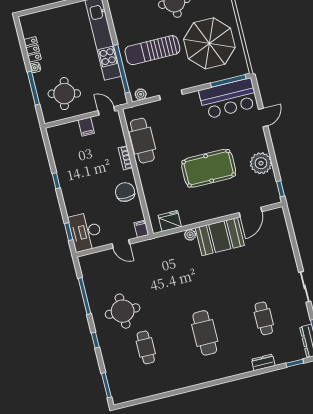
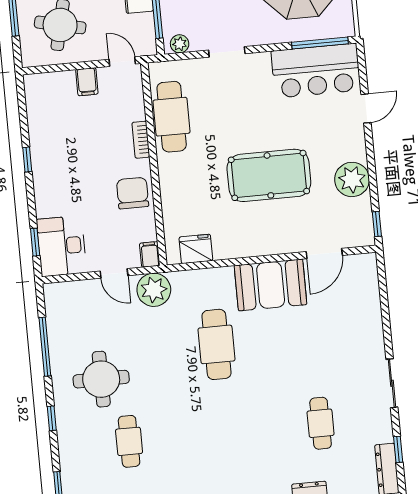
plant: (190, 235) -> (154, 290), moved, width x1.88, depth x1.88
cafe table: (205, 333) -> (216, 344), moved

